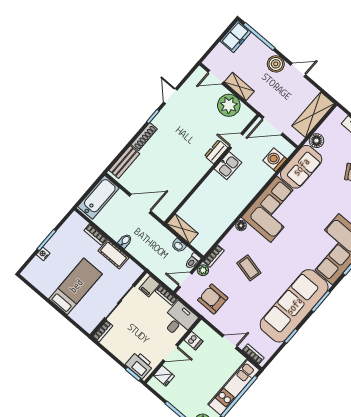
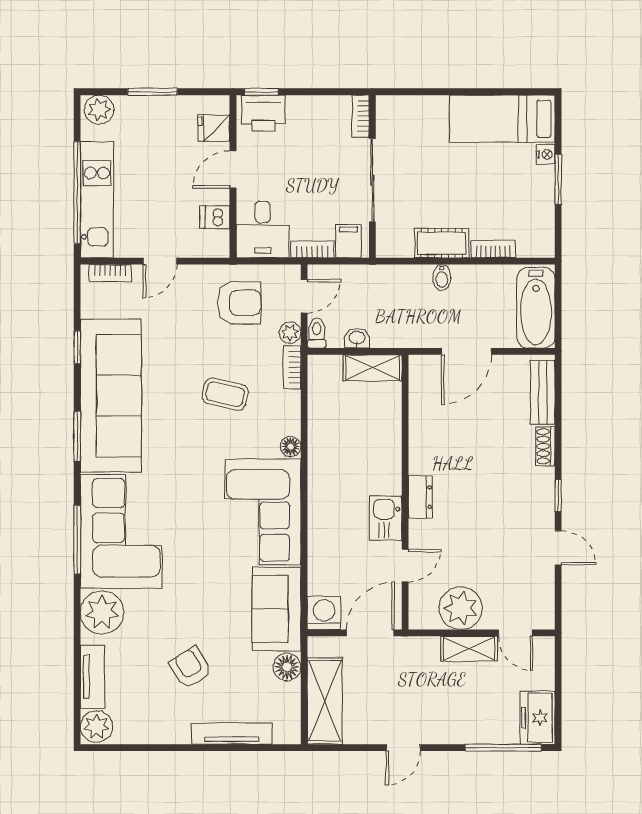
boiler: (276, 64) -> (444, 728), removed
door: (216, 77) -> (515, 633), swing flipped
shoe rack: (144, 137) -> (545, 446), width x0.70
dresser: (216, 152) -> (420, 497), moved
washing machine: (275, 160) -> (324, 613), moved, turned -90
bed: (76, 286) -> (502, 119), moved, turned 90

